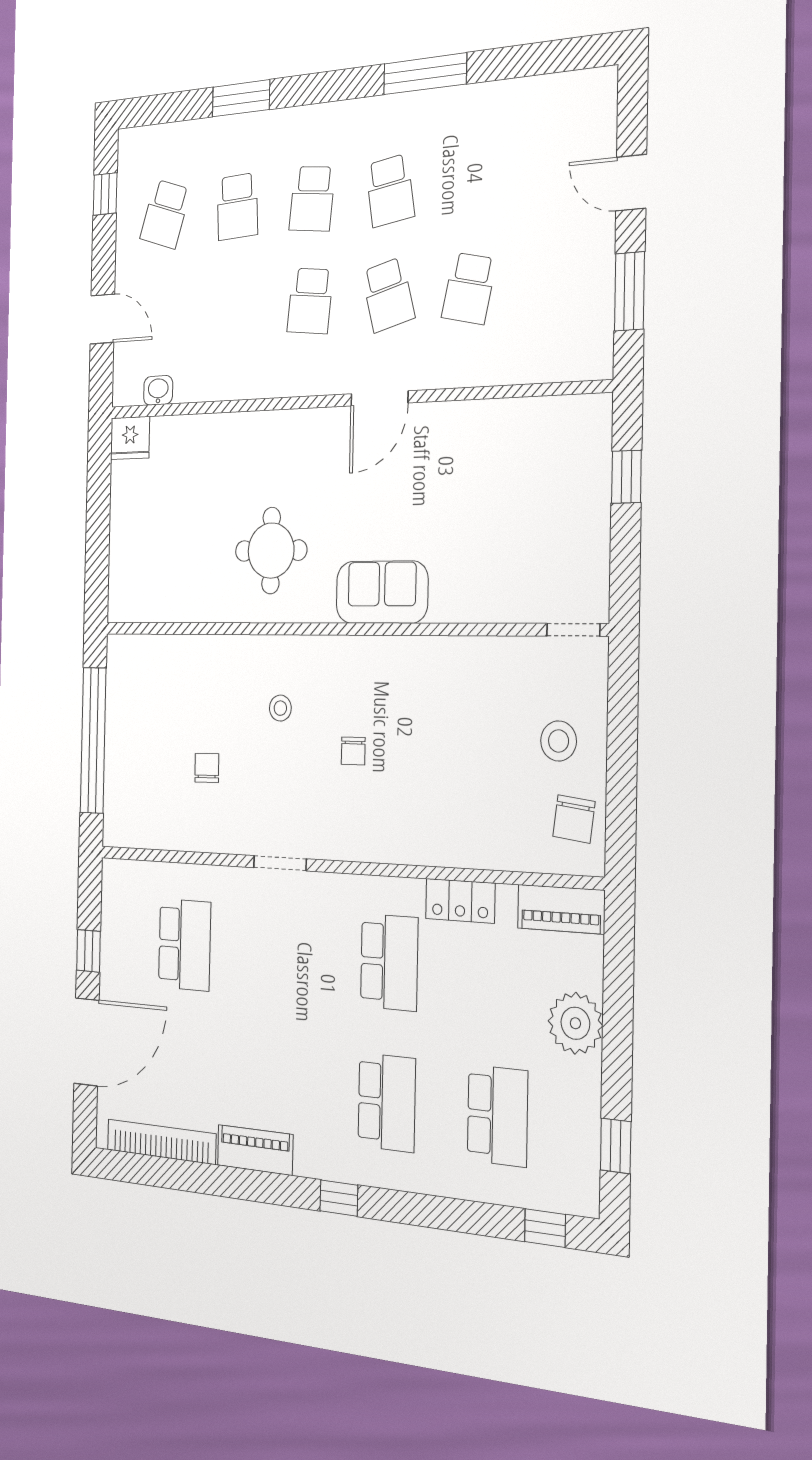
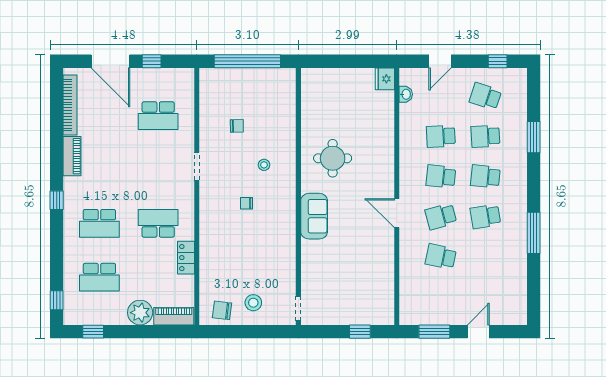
school desk: (235, 307) -> (441, 136), added
piano: (561, 909) -> (174, 316), moved, turned 90
school desk: (389, 962) -> (158, 223), turned 180

